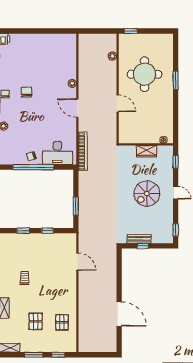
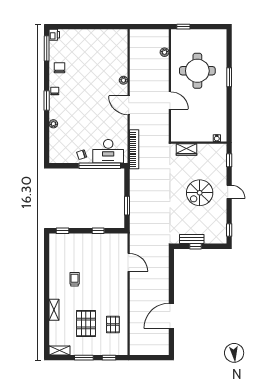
chair: (26, 92) -> (59, 68), moved
wardrobe: (146, 151) -> (187, 150), moved
window: (33, 167) -> (100, 166), moved
window: (23, 231) -> (63, 231), moved
door: (119, 314) -> (171, 316), swing flipped
pallet: (36, 321) -> (86, 323), width x1.50, depth x1.42

